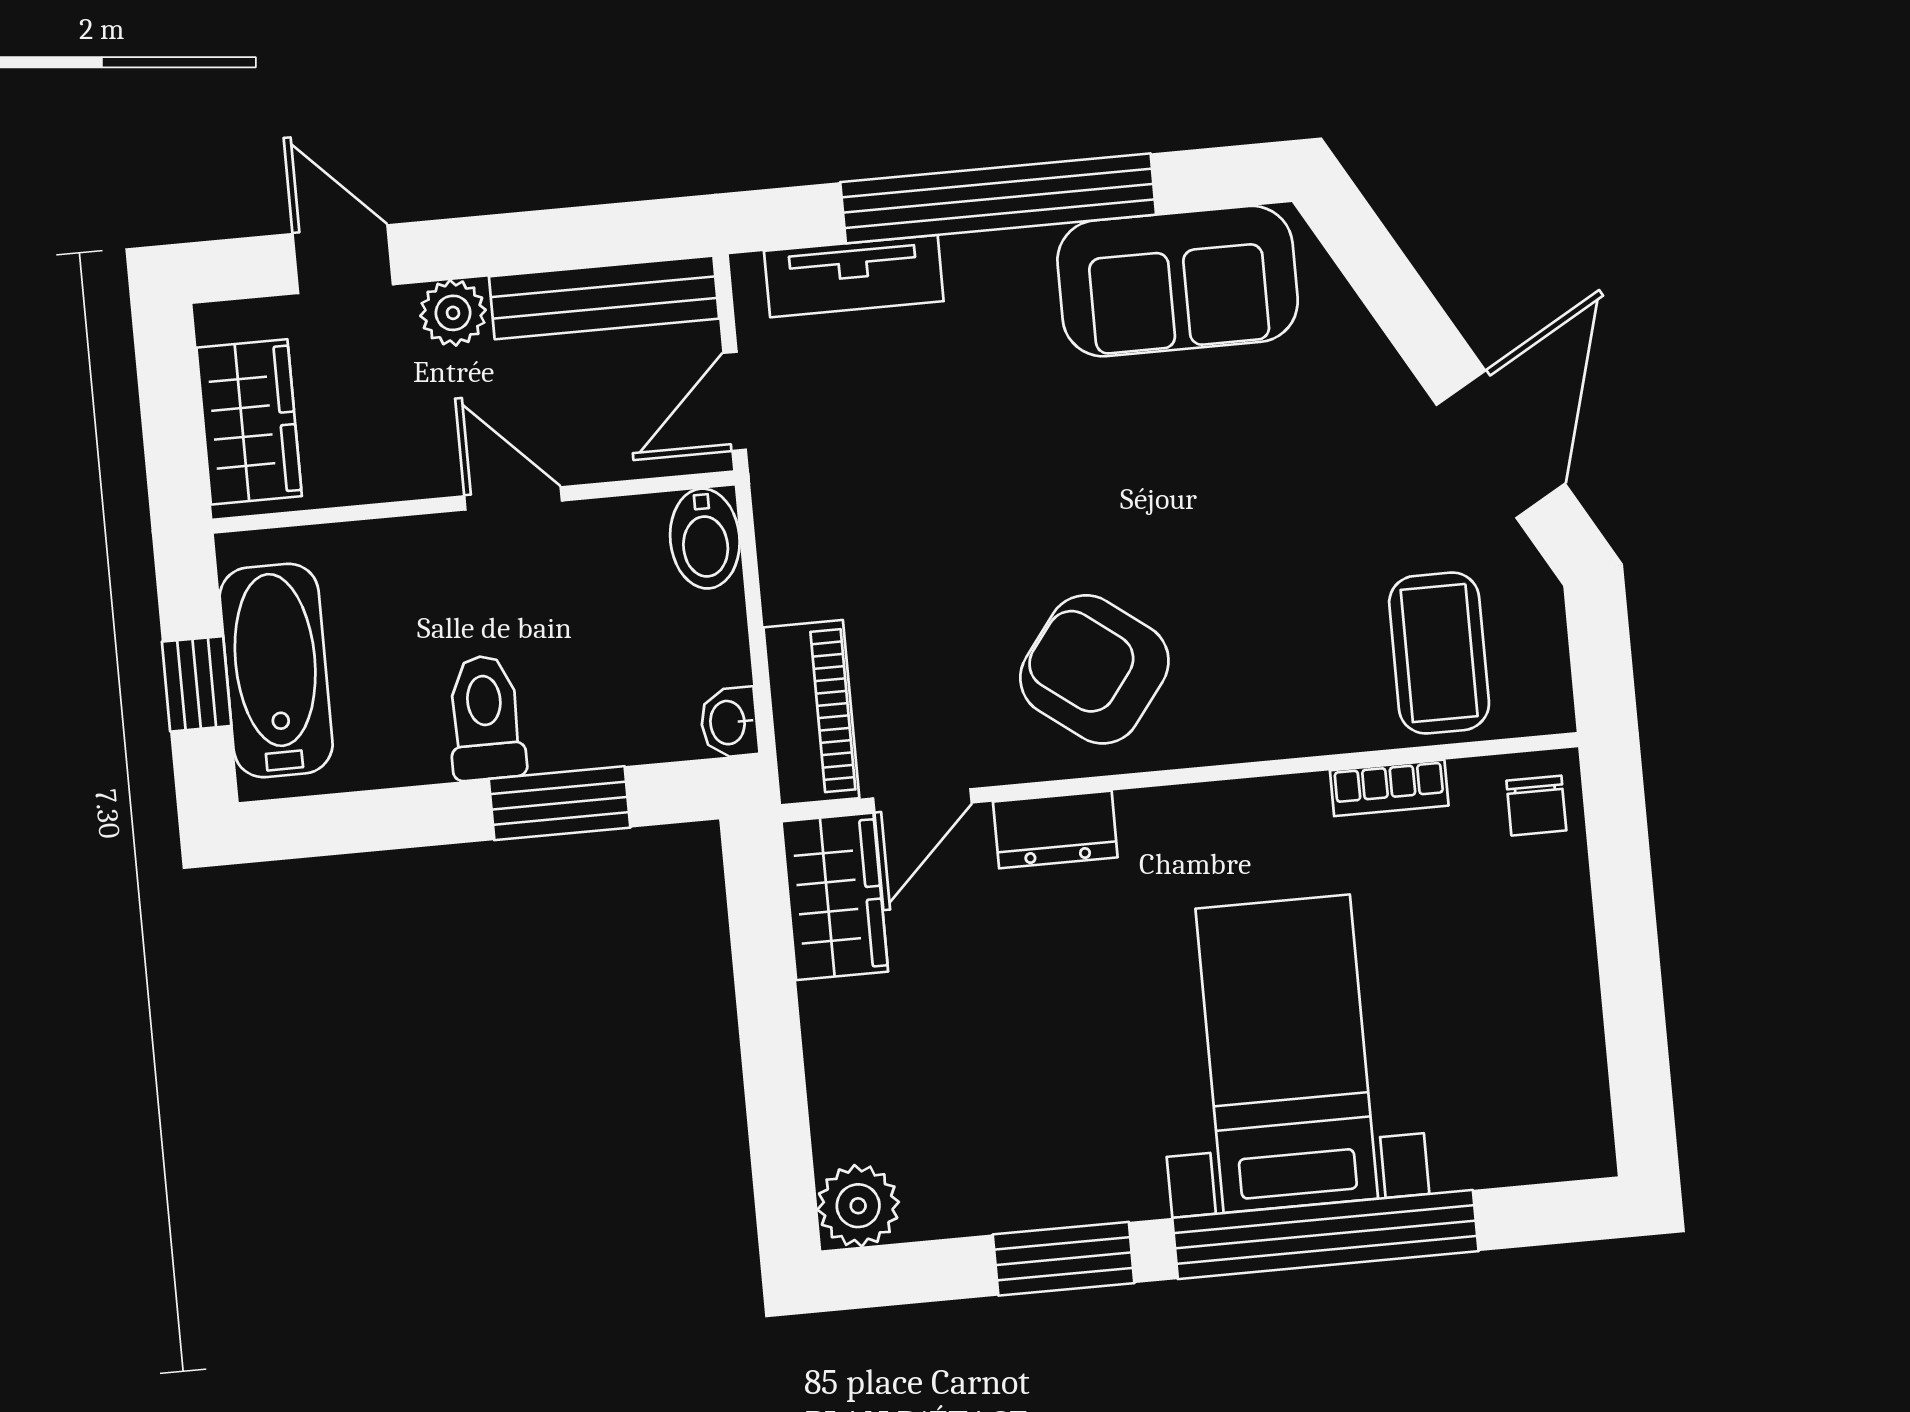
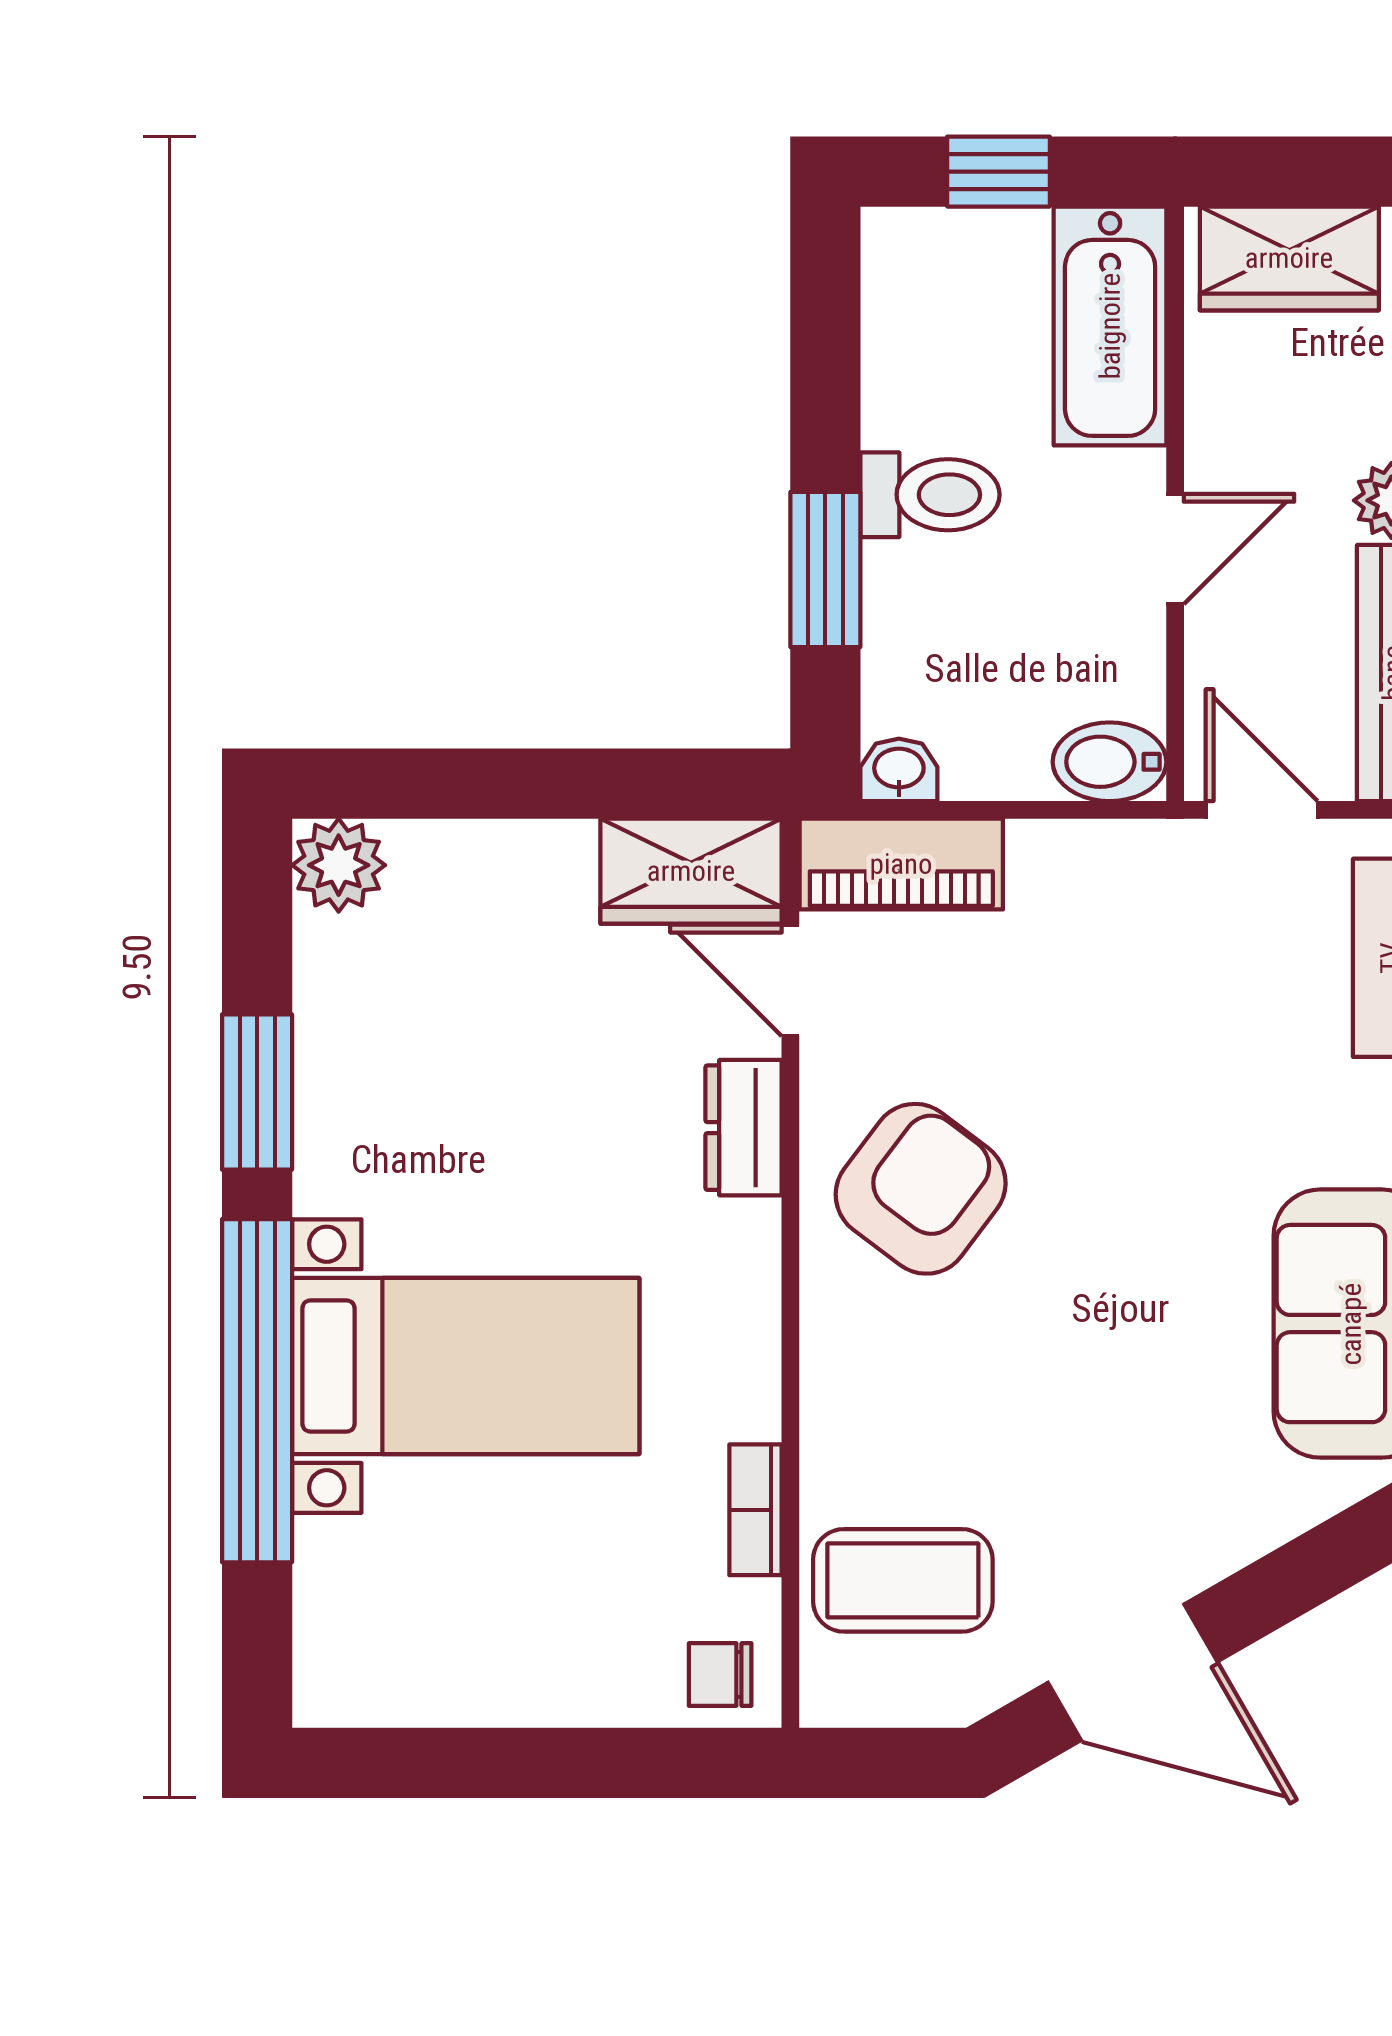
bathtub: (276, 670) -> (1110, 326), moved, turned 90

